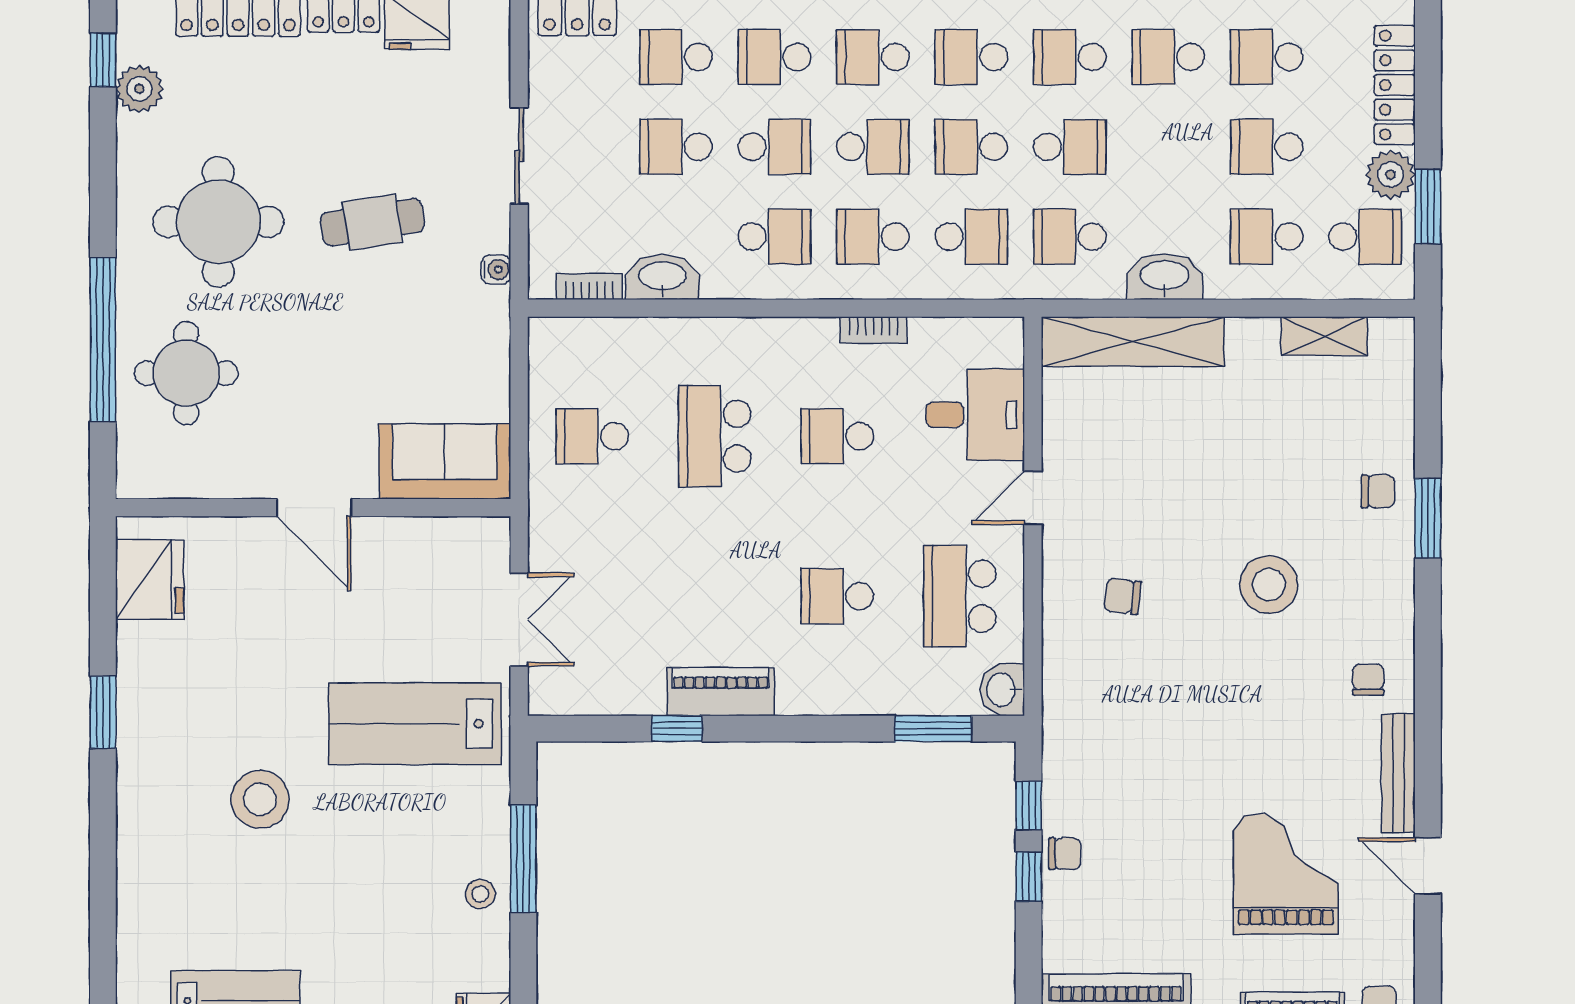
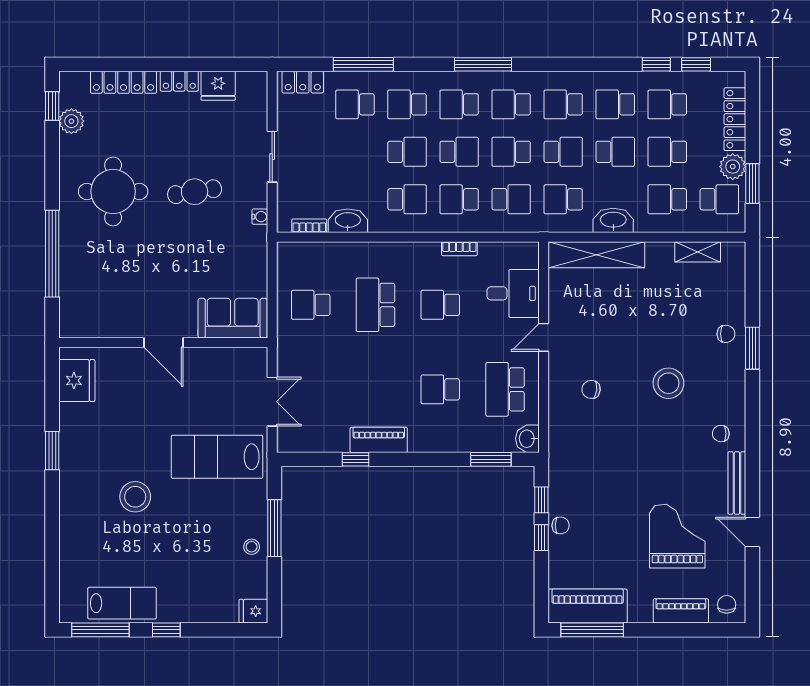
school desk: (676, 147) -> (615, 152), moved, turned 180
round table: (186, 373) -> (96, 271), removed
chair: (1368, 680) -> (721, 434), turned -90

